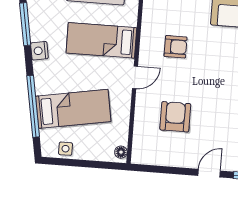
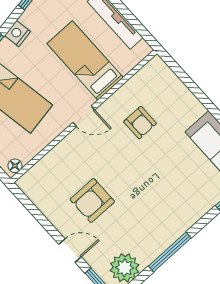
nightstand: (39, 51) -> (17, 34), moved
armchair: (175, 117) -> (92, 201), moved, turned 180

